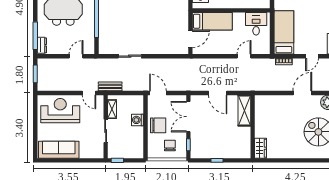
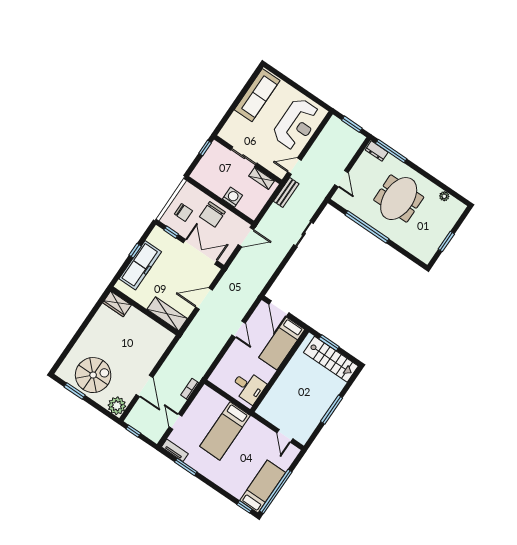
bed: (284, 32) -> (225, 431), moved, turned 90
door: (244, 56) -> (239, 329), moved
freezer: (224, 150) -> (140, 265), added

